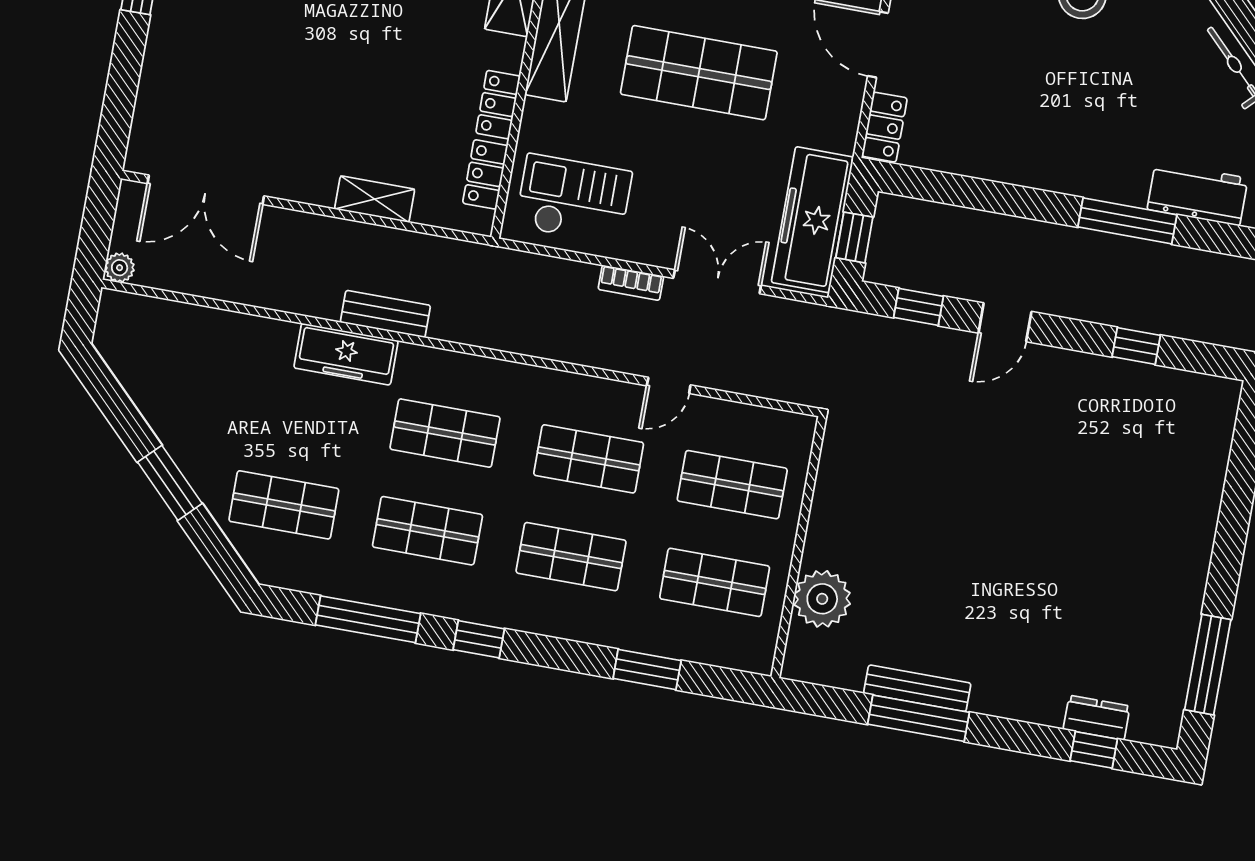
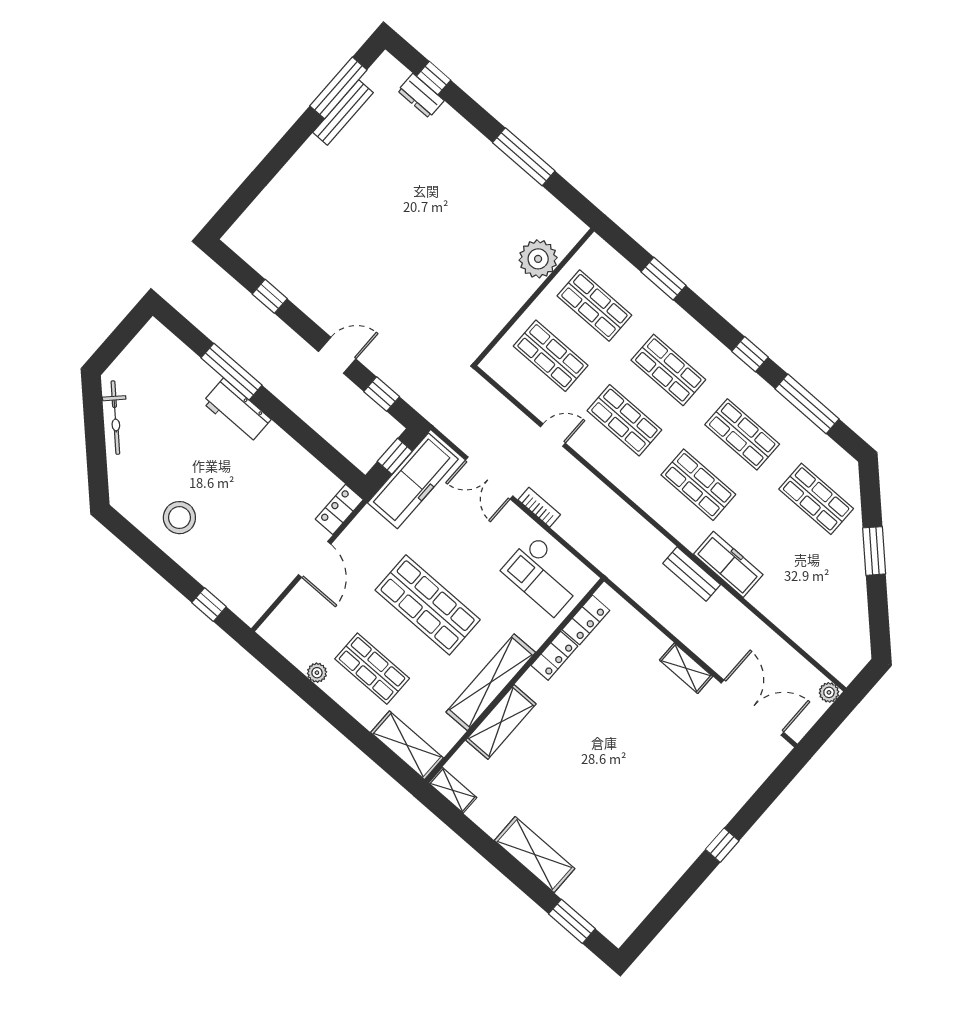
workbench: (1198, 194) -> (237, 411), moved
shelving: (375, 199) -> (686, 668), moved
bench: (917, 688) -> (343, 113), moved, turned 90

